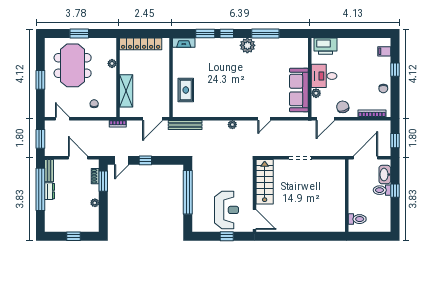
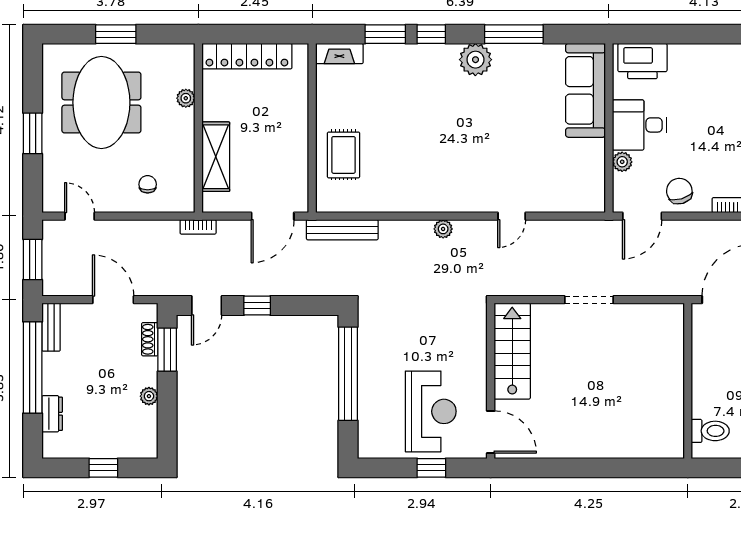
sofa: (299, 90) -> (585, 90), moved
dresser: (49, 191) -> (52, 414), moved

